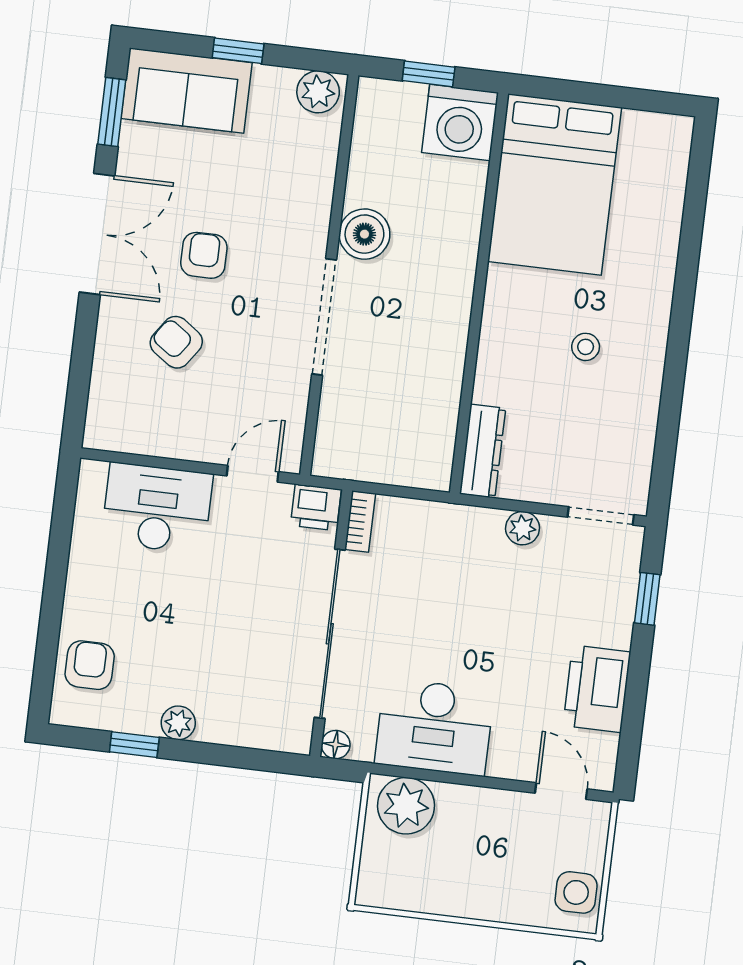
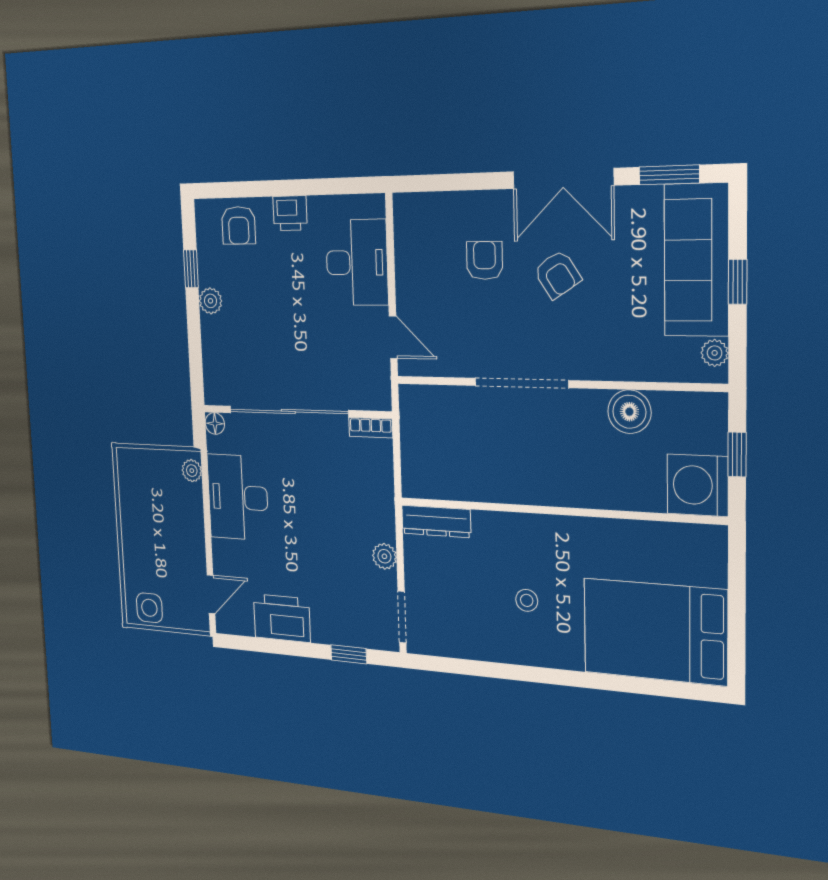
sofa: (187, 91) -> (696, 260), width x1.36
plant: (318, 92) -> (715, 353), width x0.73, depth x0.73
bed: (555, 184) -> (655, 632), moved
boiler: (364, 234) -> (629, 412), moved
armchair: (204, 255) -> (557, 274), turned 57
armchair: (176, 342) -> (485, 260), turned -35
printer: (316, 507) -> (290, 213), moved, turned -90
armchair: (90, 665) -> (239, 225), turned 90
plant: (406, 806) -> (192, 471), width x0.53, depth x0.53

